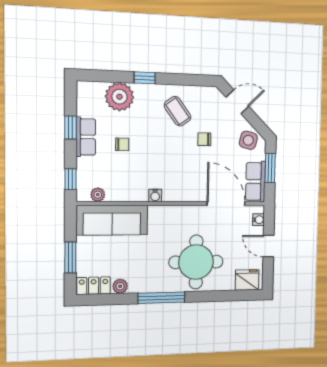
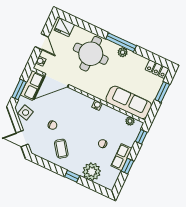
door: (226, 204) -> (57, 80), hinge flipped
plant: (120, 286) -> (123, 52), moved

